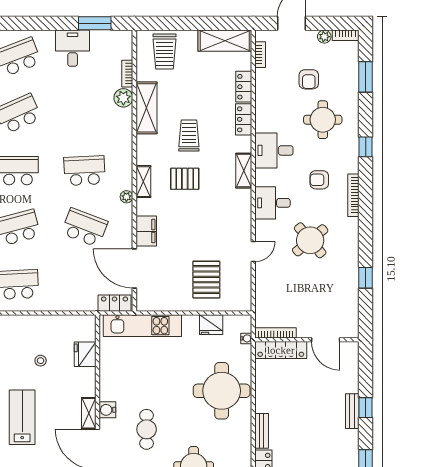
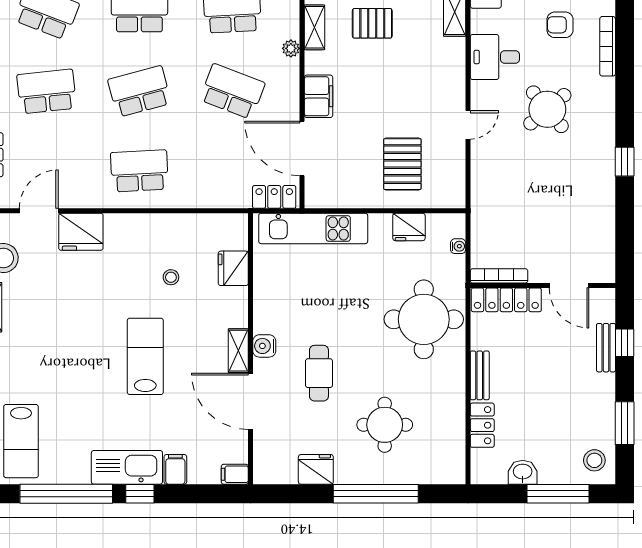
bookcase: (276, 333) -> (499, 276), moved
wall: (307, 340) -> (543, 286), moved
door: (326, 340) -> (569, 286), moved
locker: (281, 350) -> (506, 300), moved

